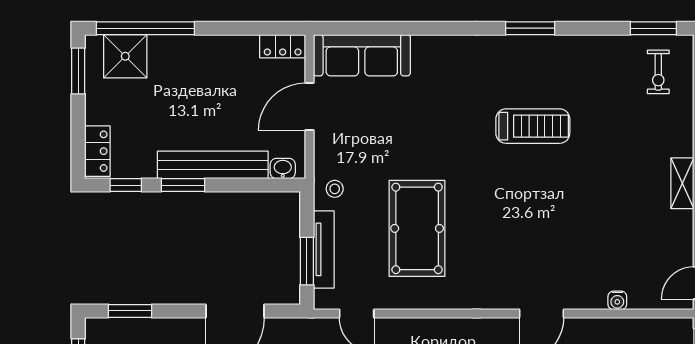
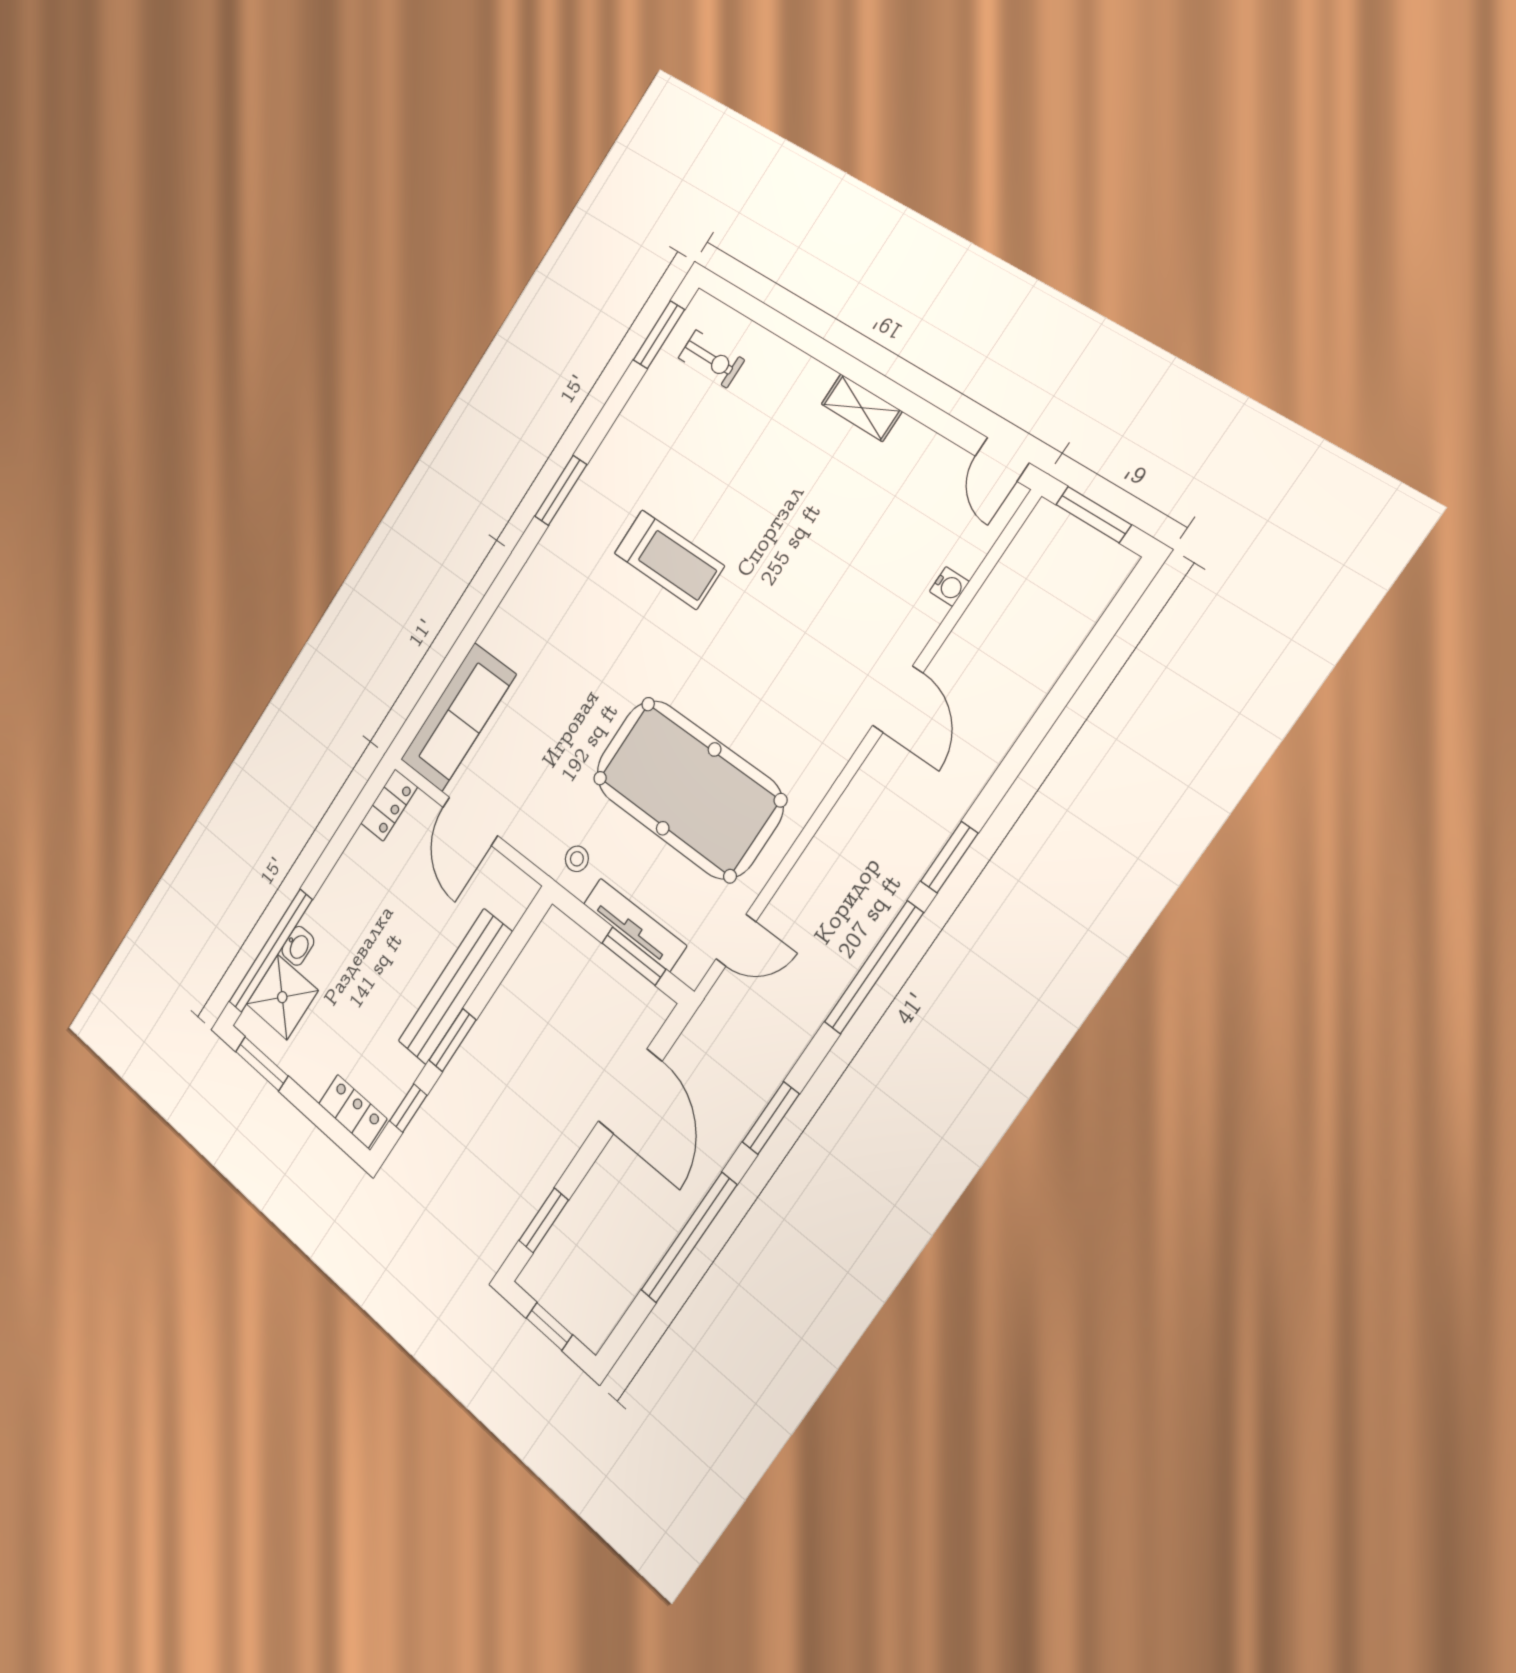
treadmill: (533, 126) -> (669, 560), turned 90
washbasin: (283, 168) -> (298, 946), moved, turned 180
pool table: (417, 228) -> (689, 789), width x1.36, depth x1.32

